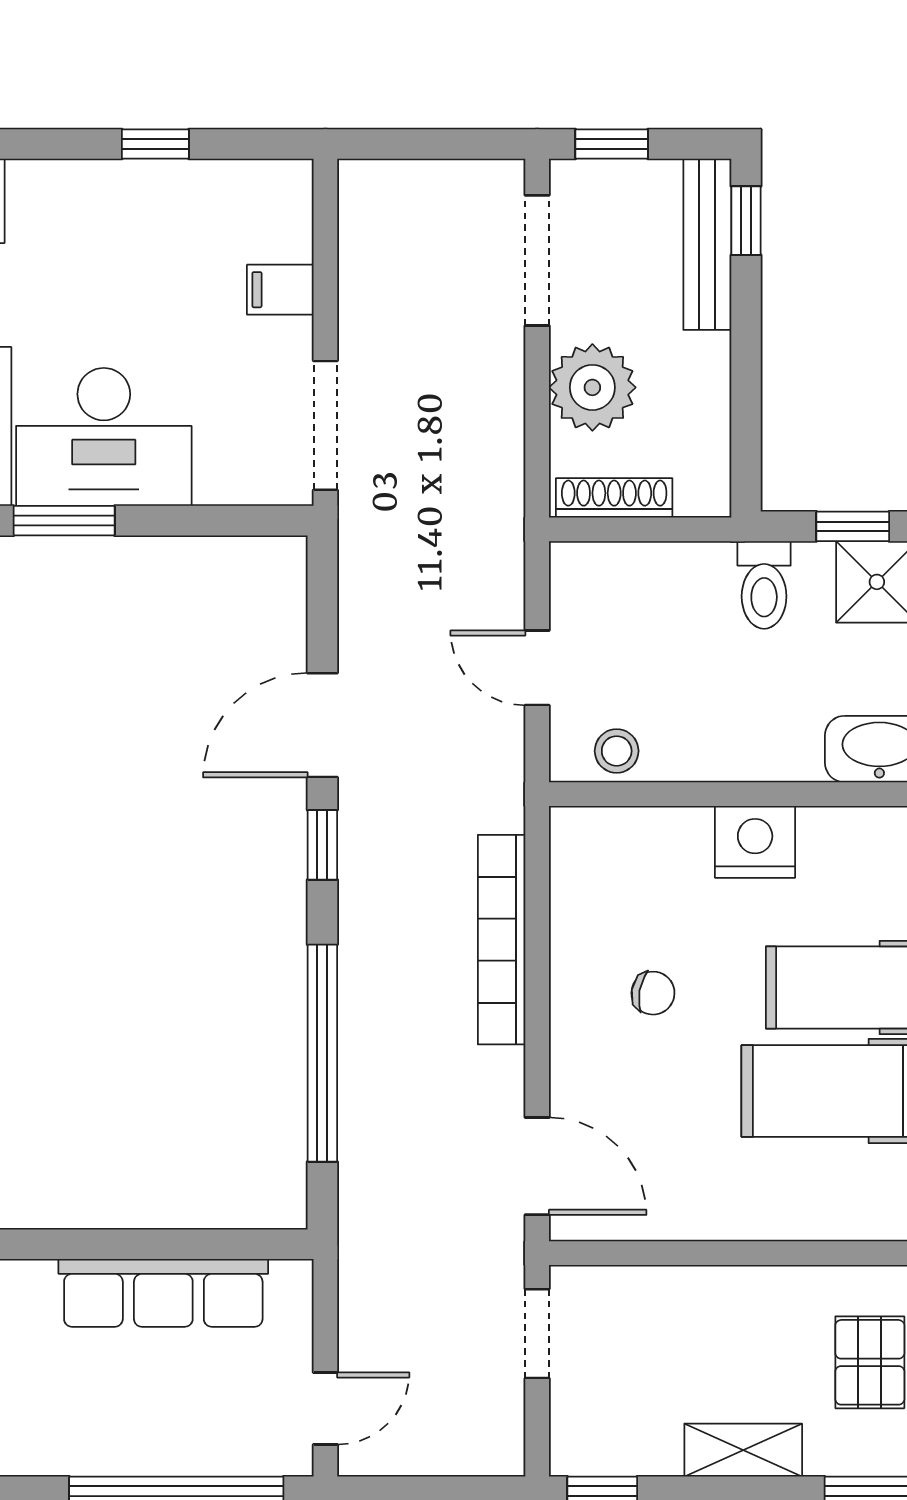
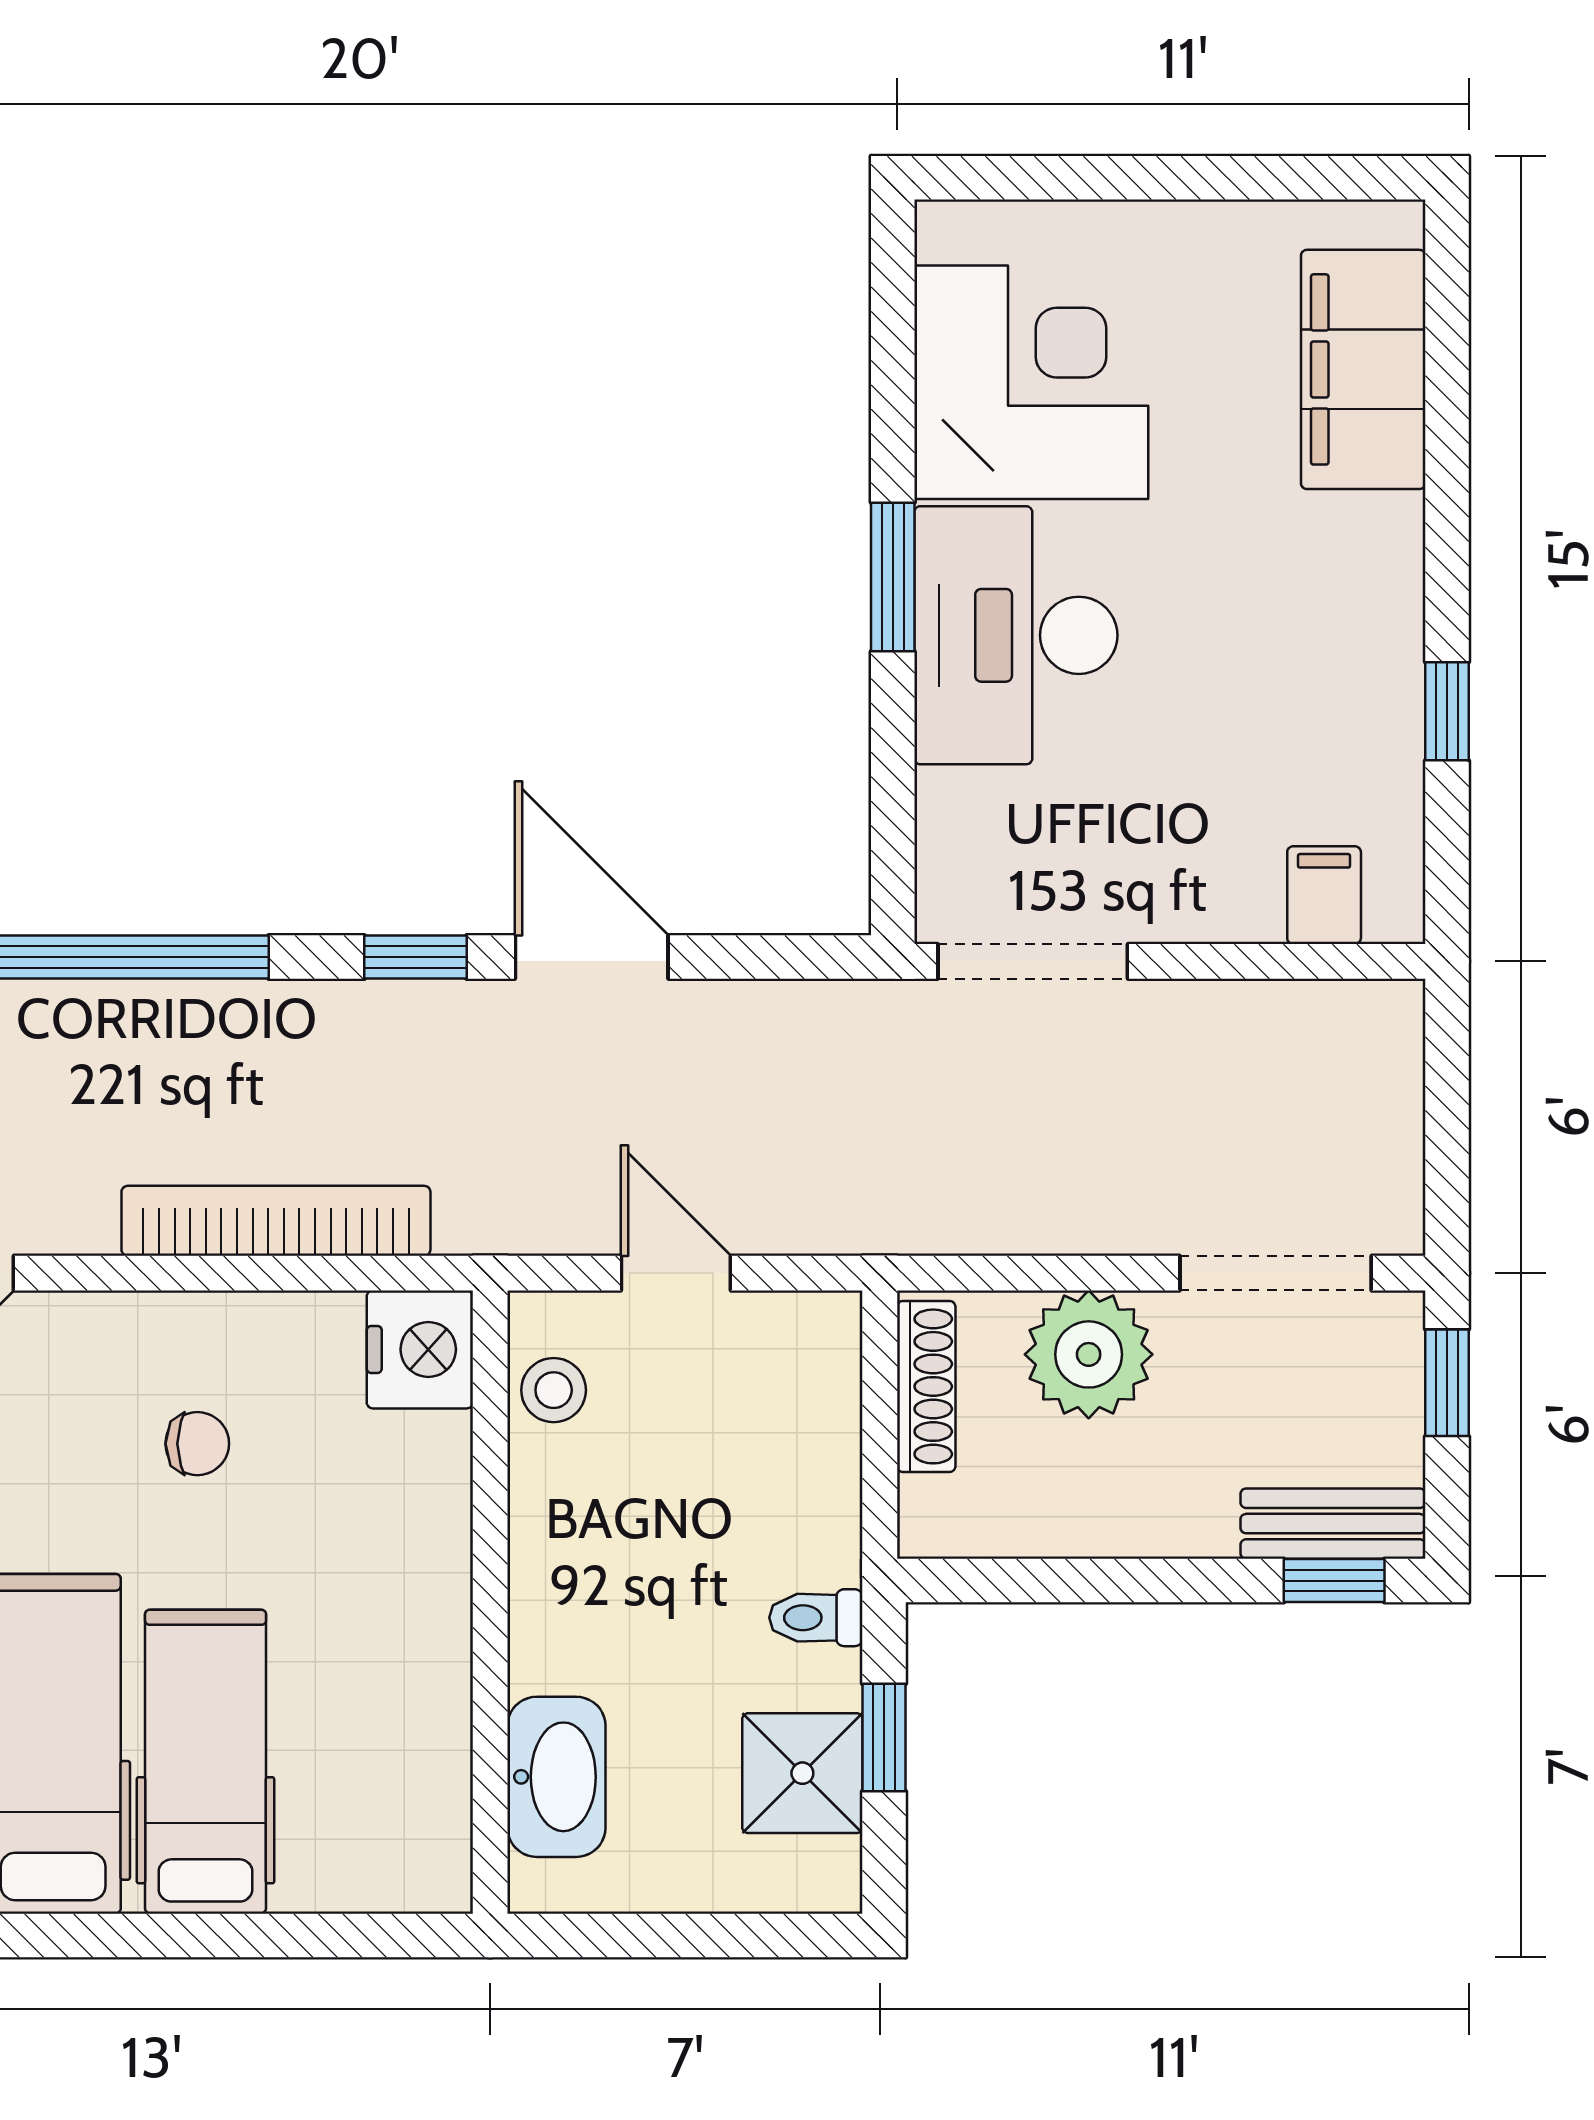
bench: (707, 244) -> (1333, 1524), width x0.73
filing cabinet: (280, 290) -> (1324, 895), moved
toilet: (764, 585) -> (816, 1618), width x0.73, depth x0.72
door: (537, 668) -> (676, 1273), hinge flipped
nightstand: (755, 842) -> (420, 1349), moved
chair: (653, 993) -> (197, 1444), turned -100

